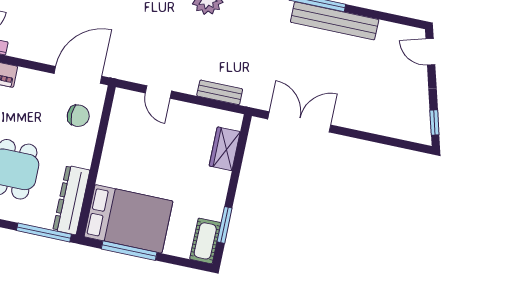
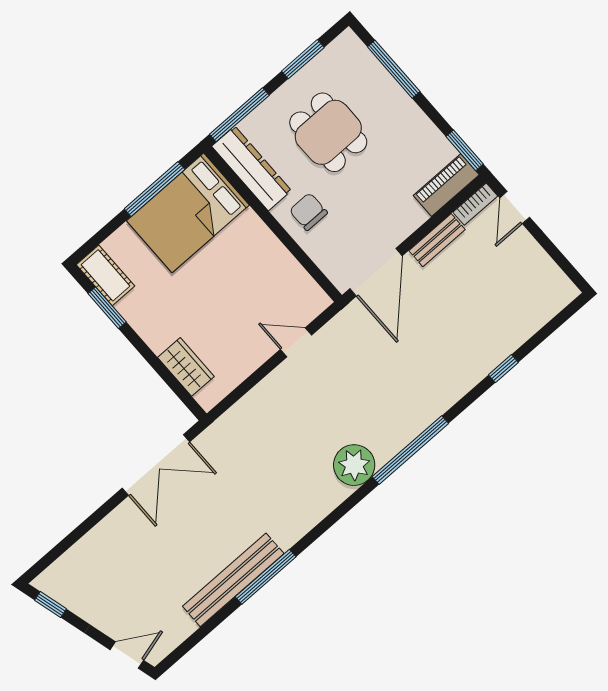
bench: (220, 92) -> (437, 240), moved
chair: (78, 116) -> (308, 212), moved, turned 90

